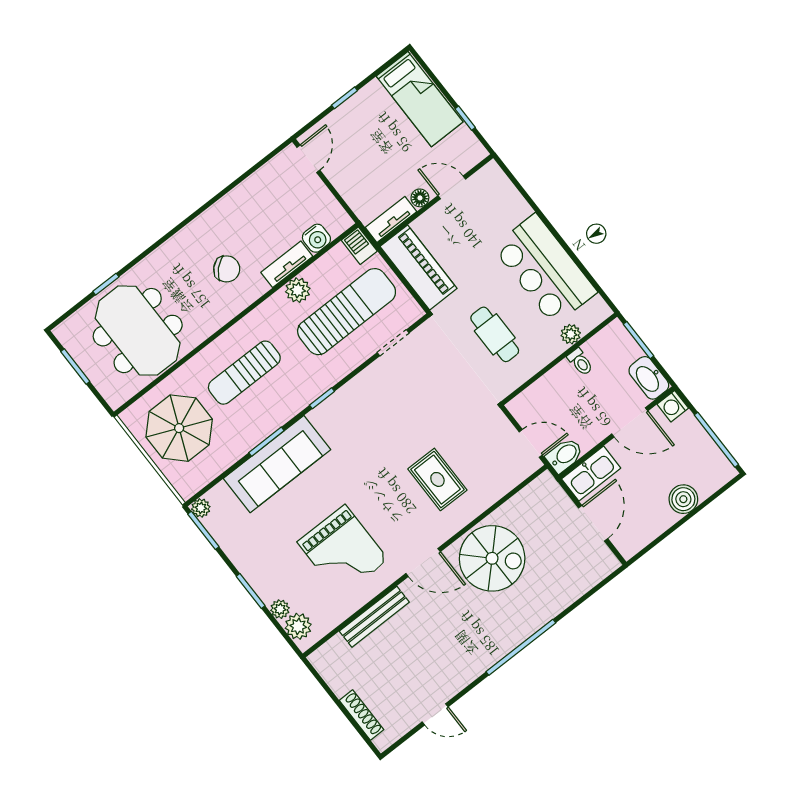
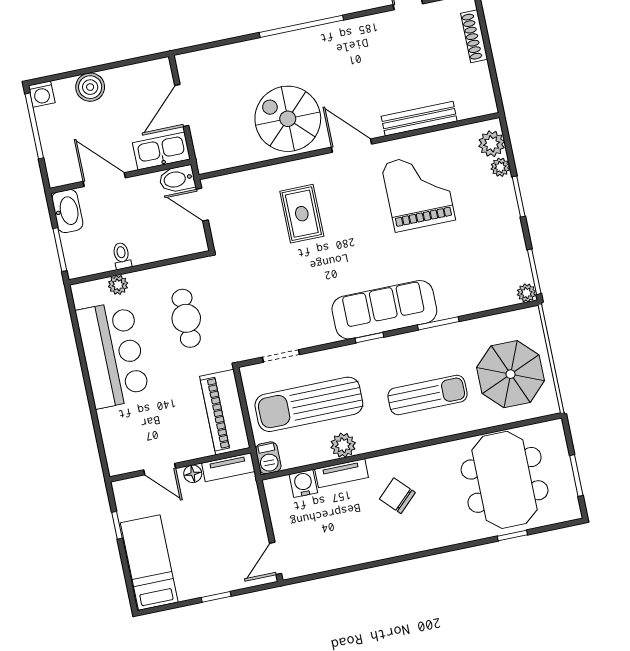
washing machine: (673, 406) -> (42, 94), moved, turned 90
sofa: (277, 464) -> (384, 310), moved

